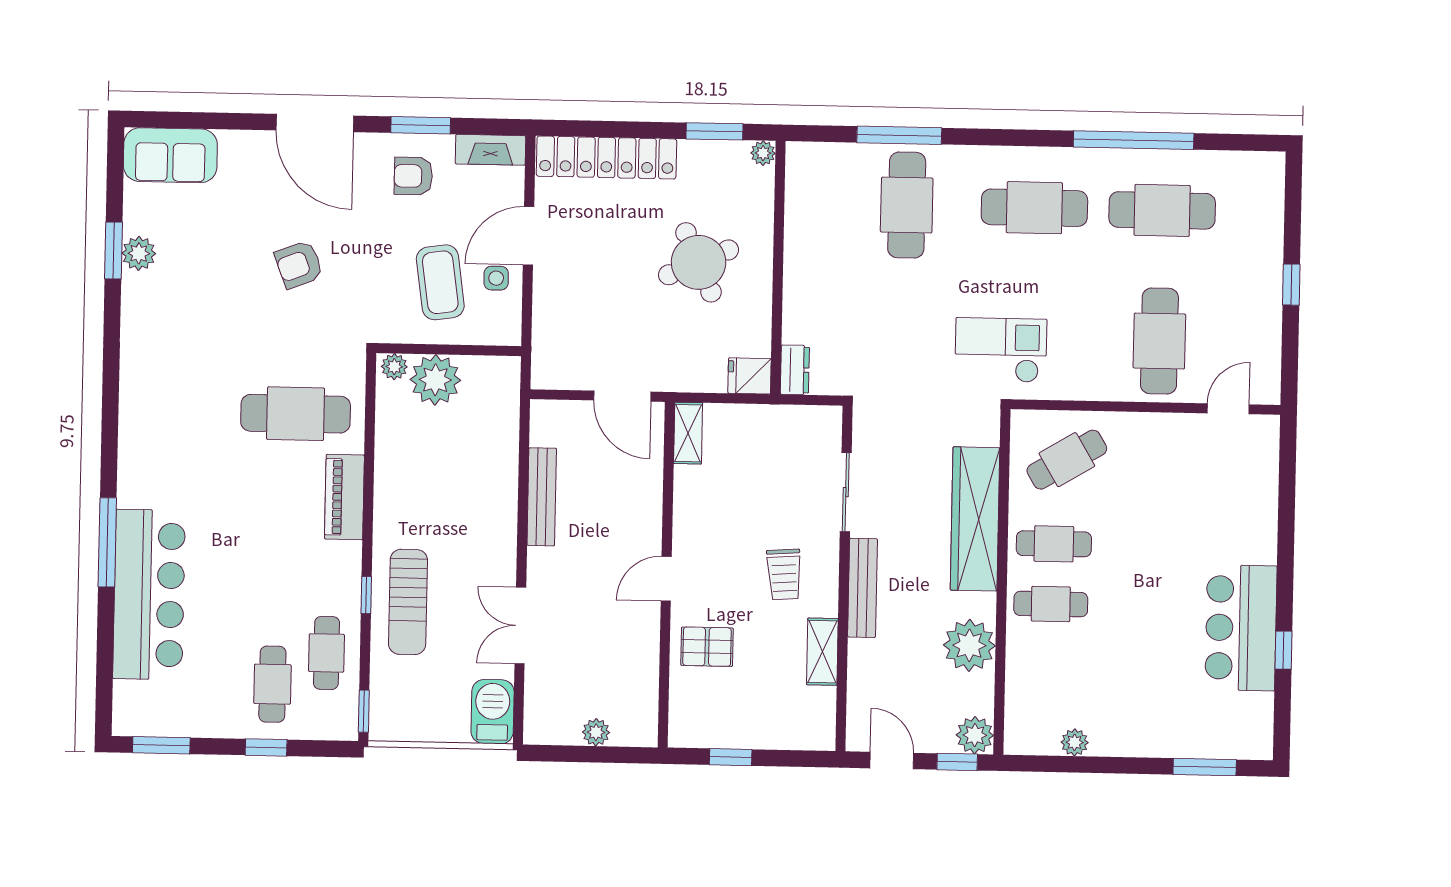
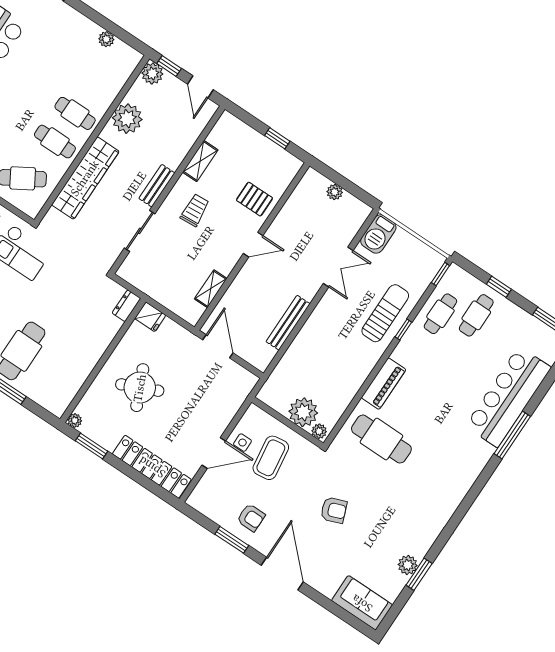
fireplace: (490, 150) -> (206, 506), removed
shelving: (688, 433) -> (211, 289), moved
bench: (863, 588) -> (157, 186), width x0.73

